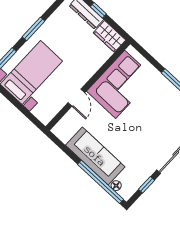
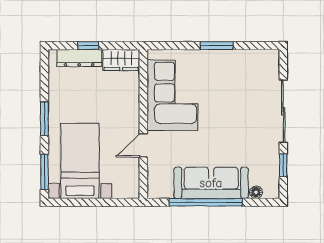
door: (76, 98) -> (143, 145), swing flipped
window: (100, 182) -> (206, 202), moved

